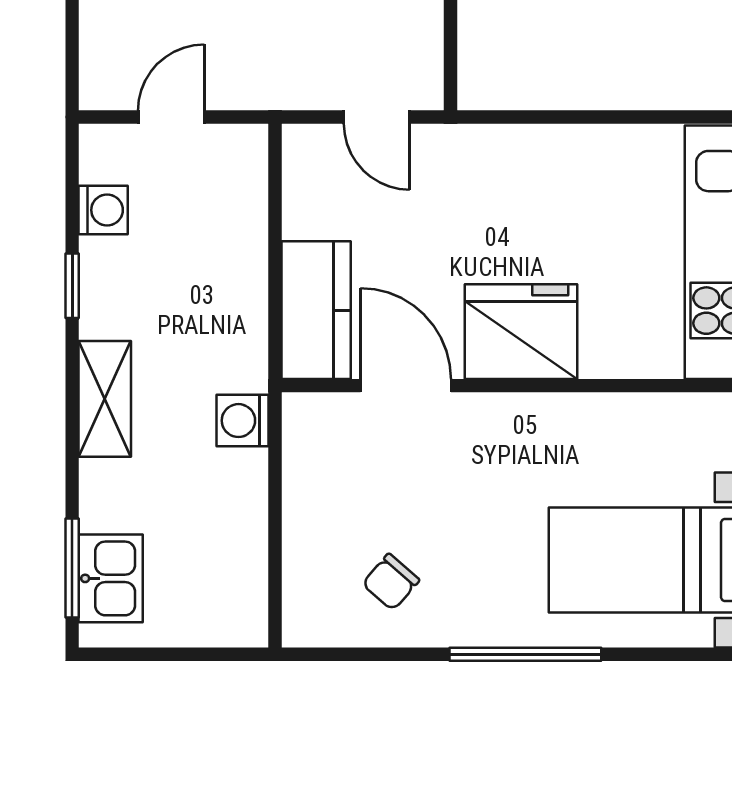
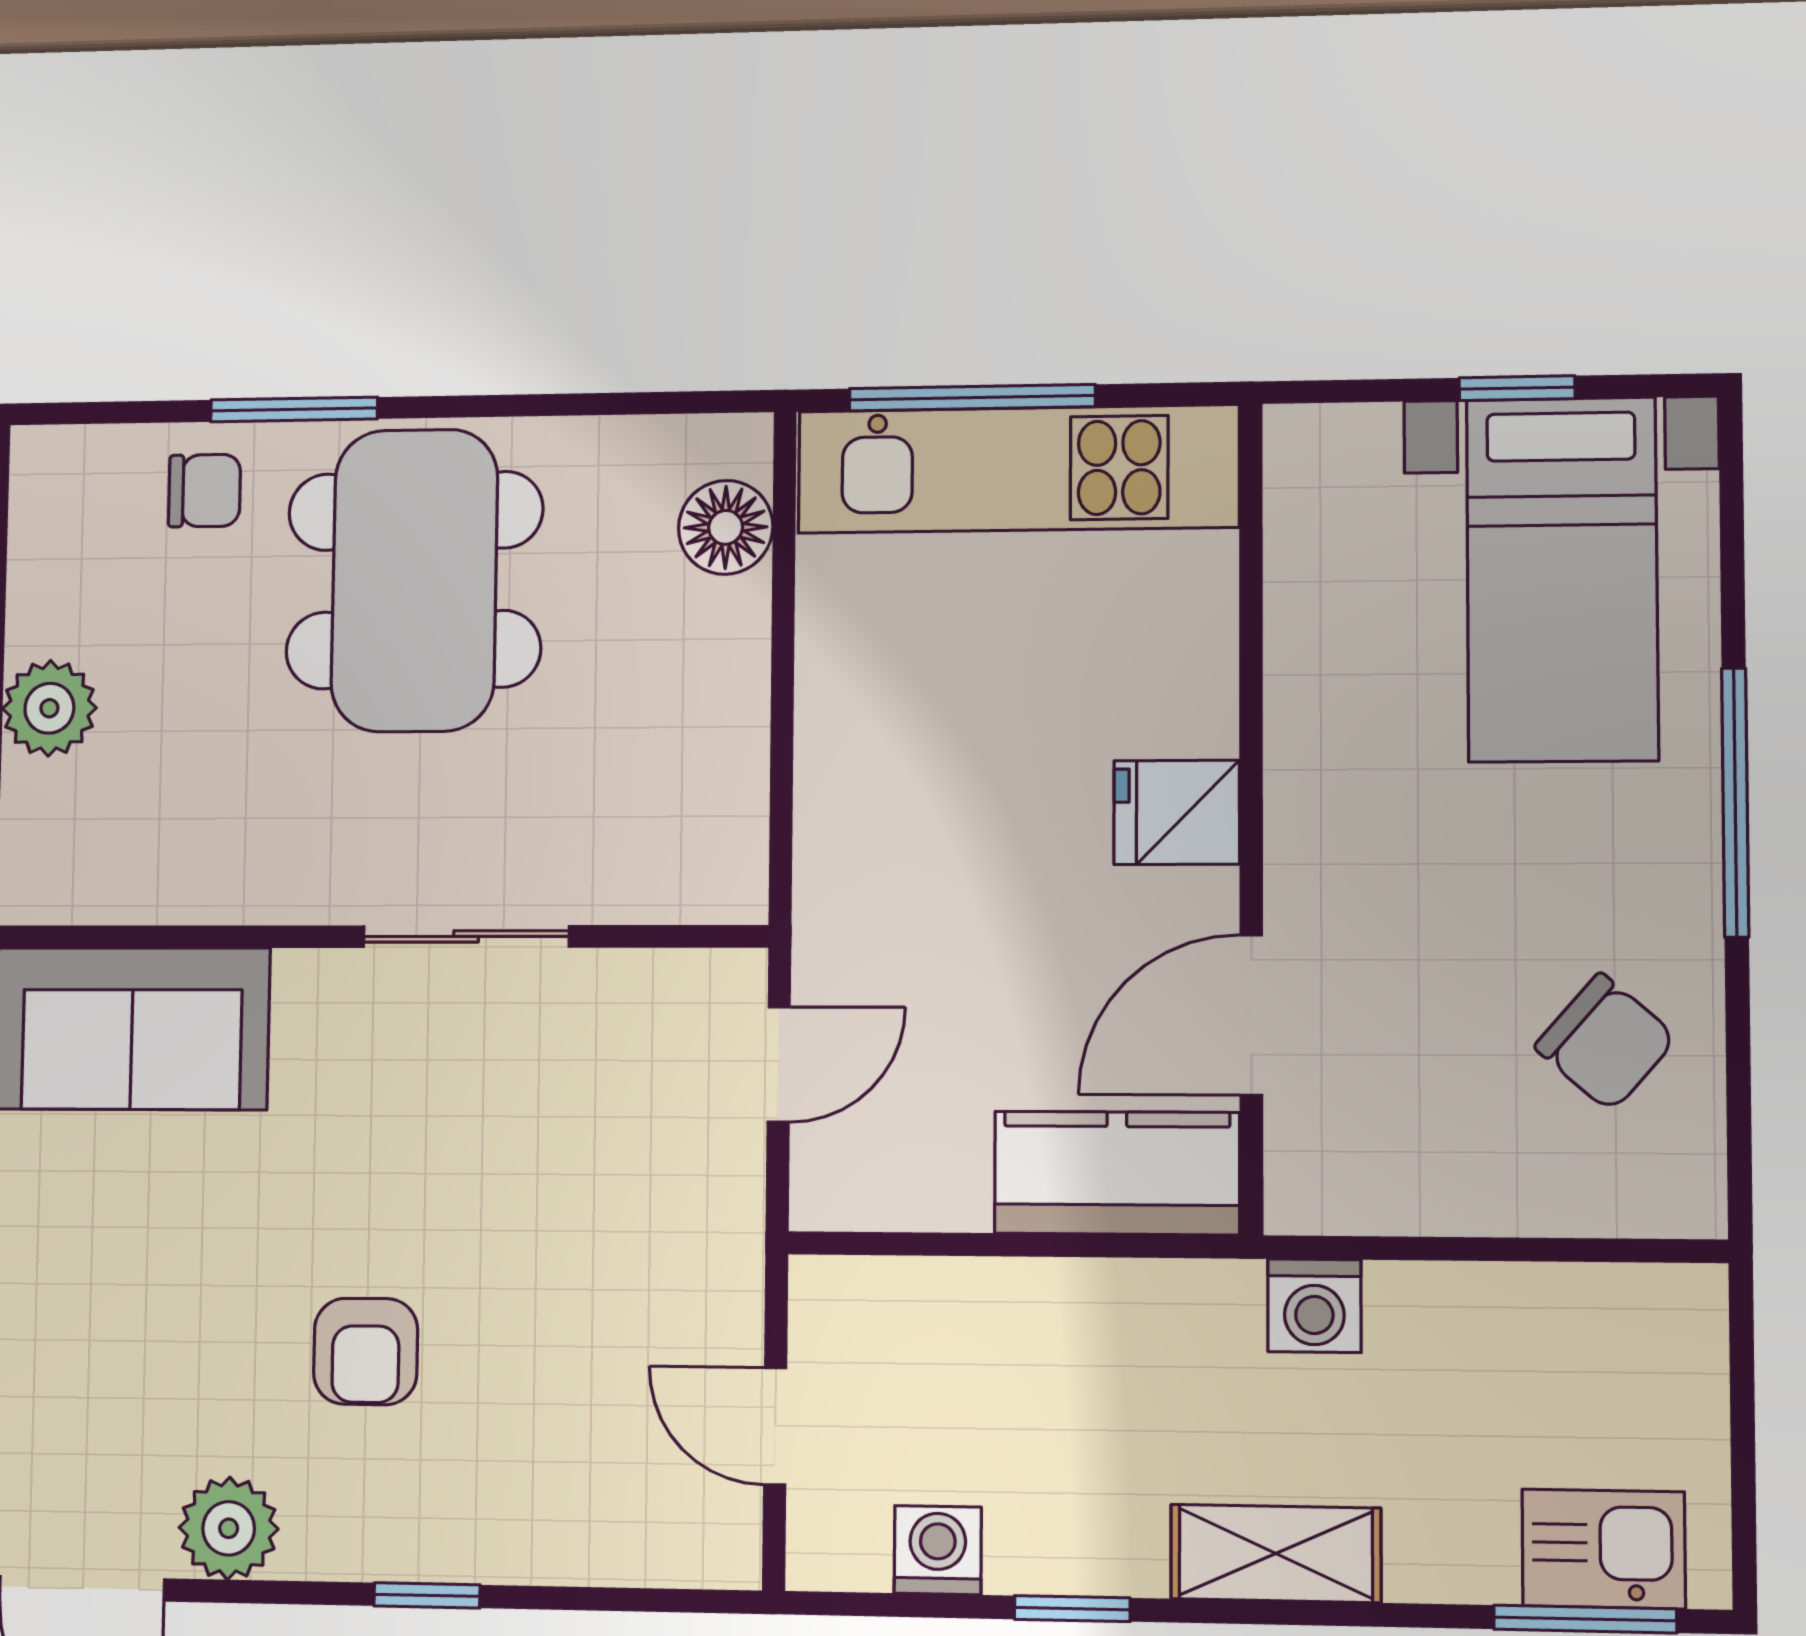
floor lamp: (689, 83) -> (726, 527), added
fridge: (521, 332) -> (1177, 812), width x0.53, depth x0.75
chair: (391, 582) -> (1606, 1042), width x1.37, depth x1.37

